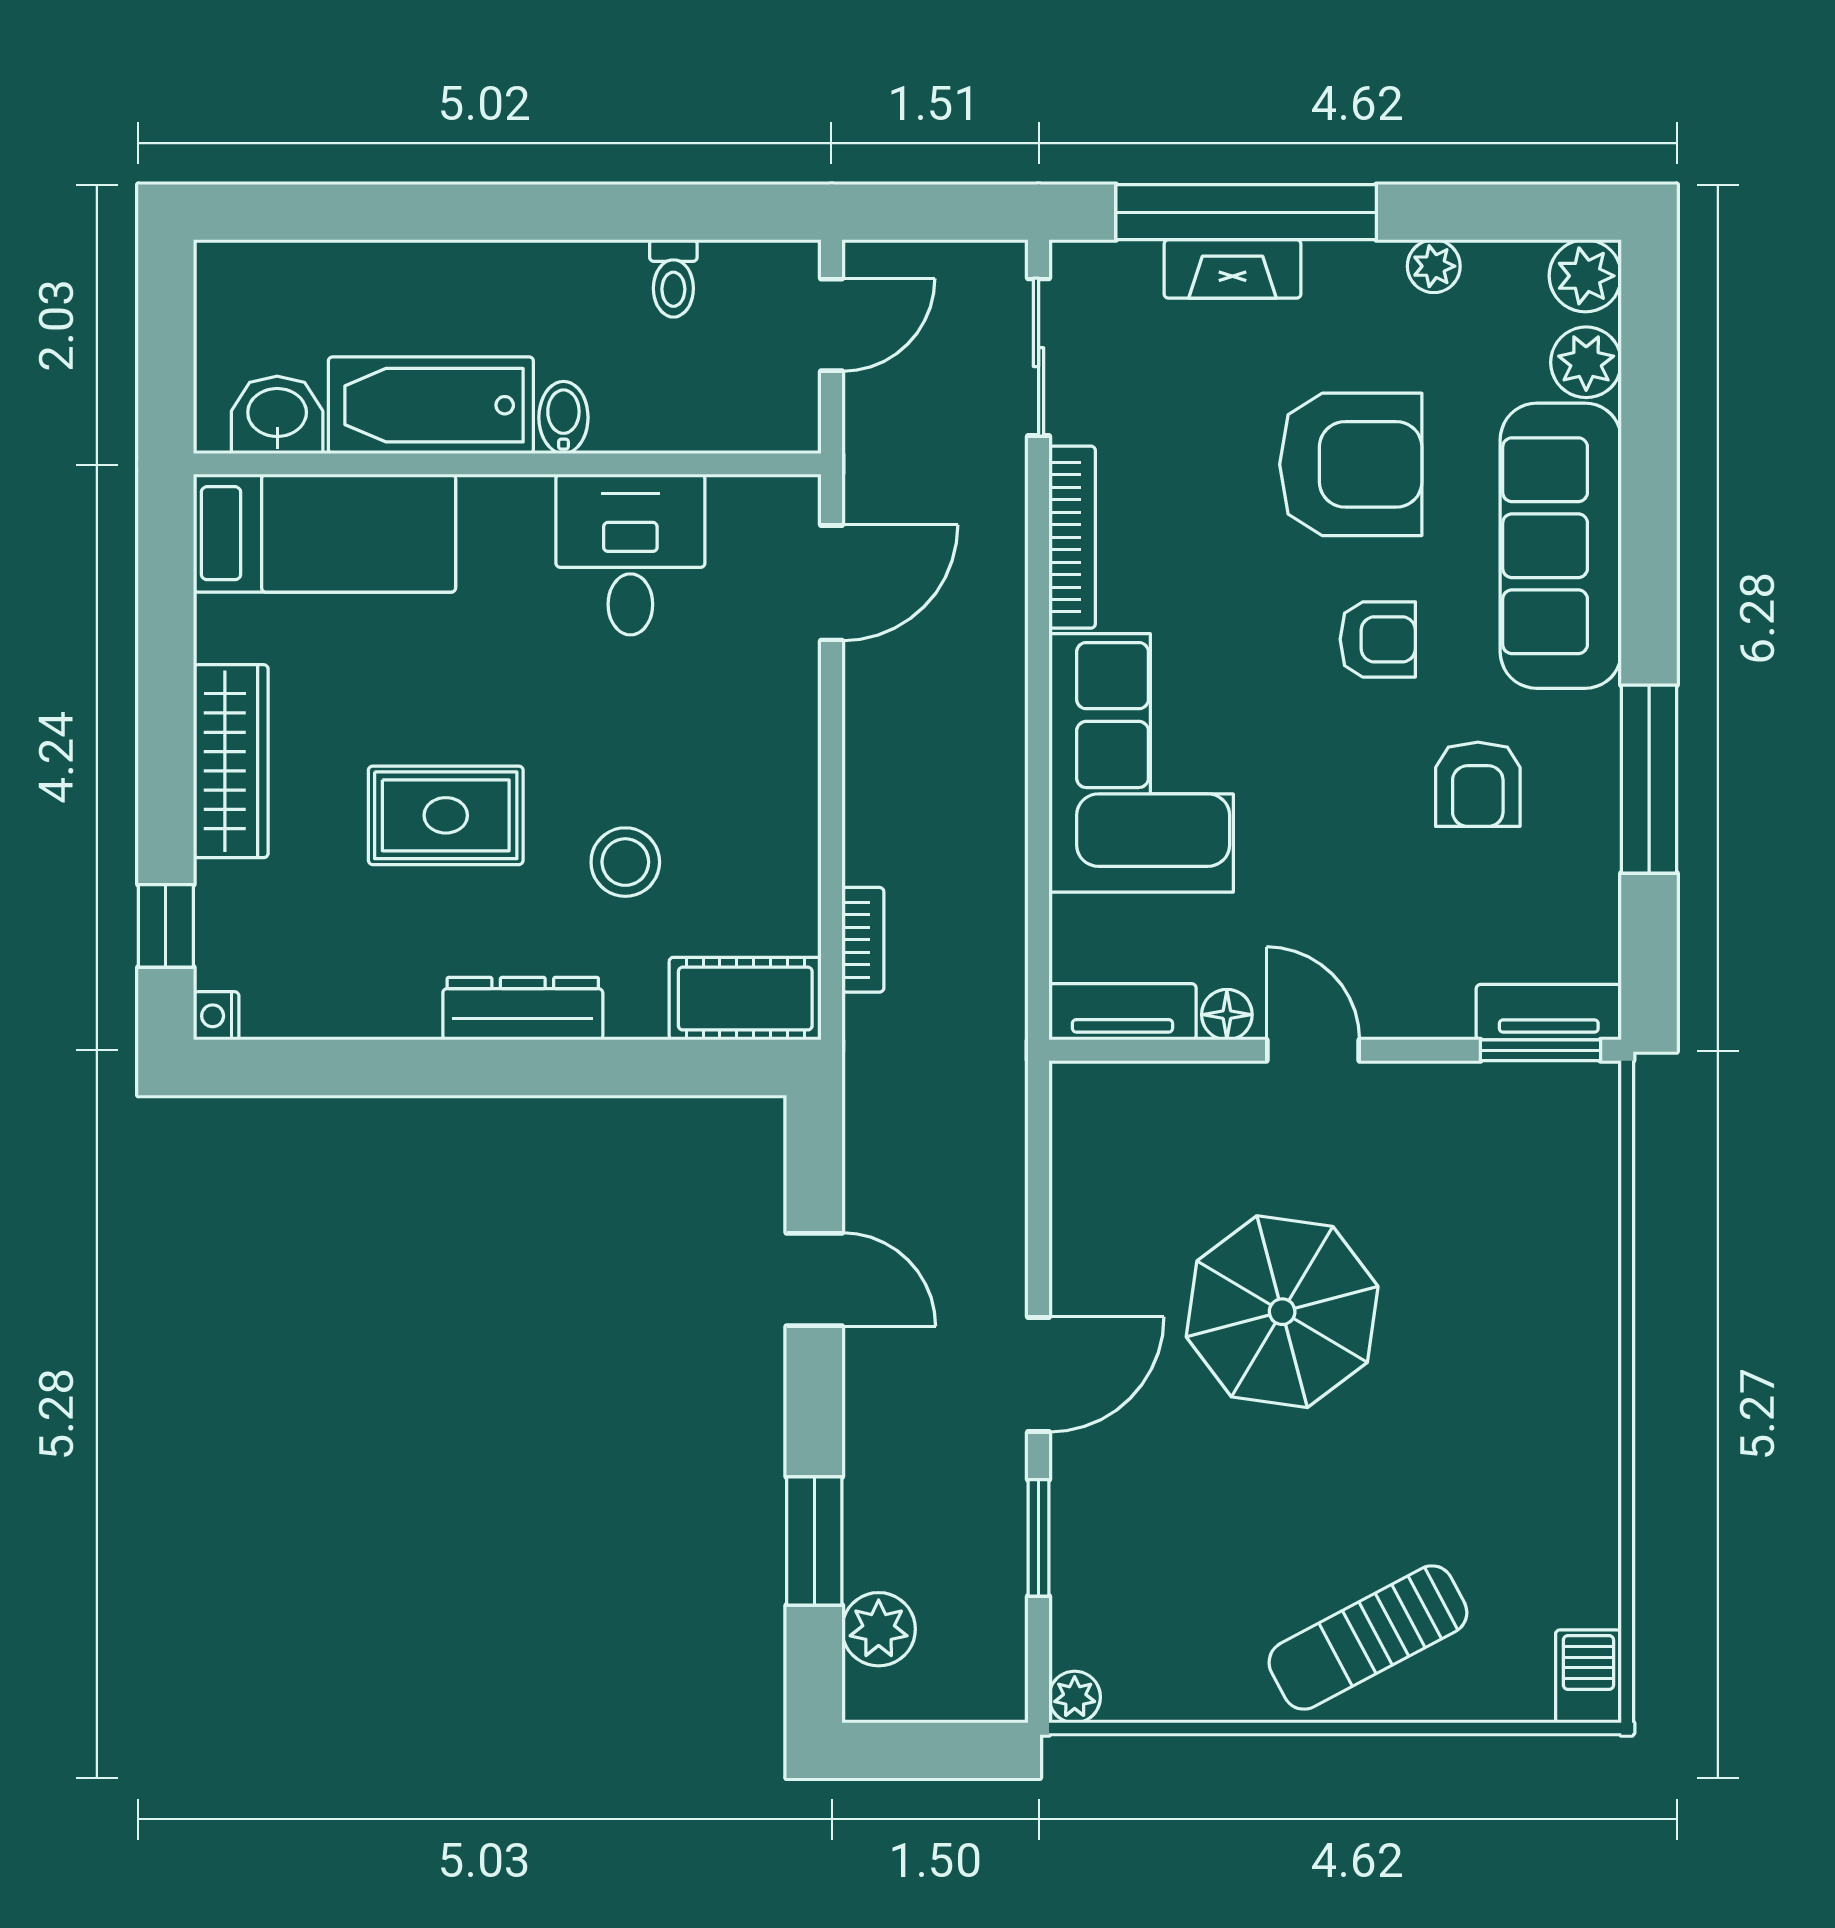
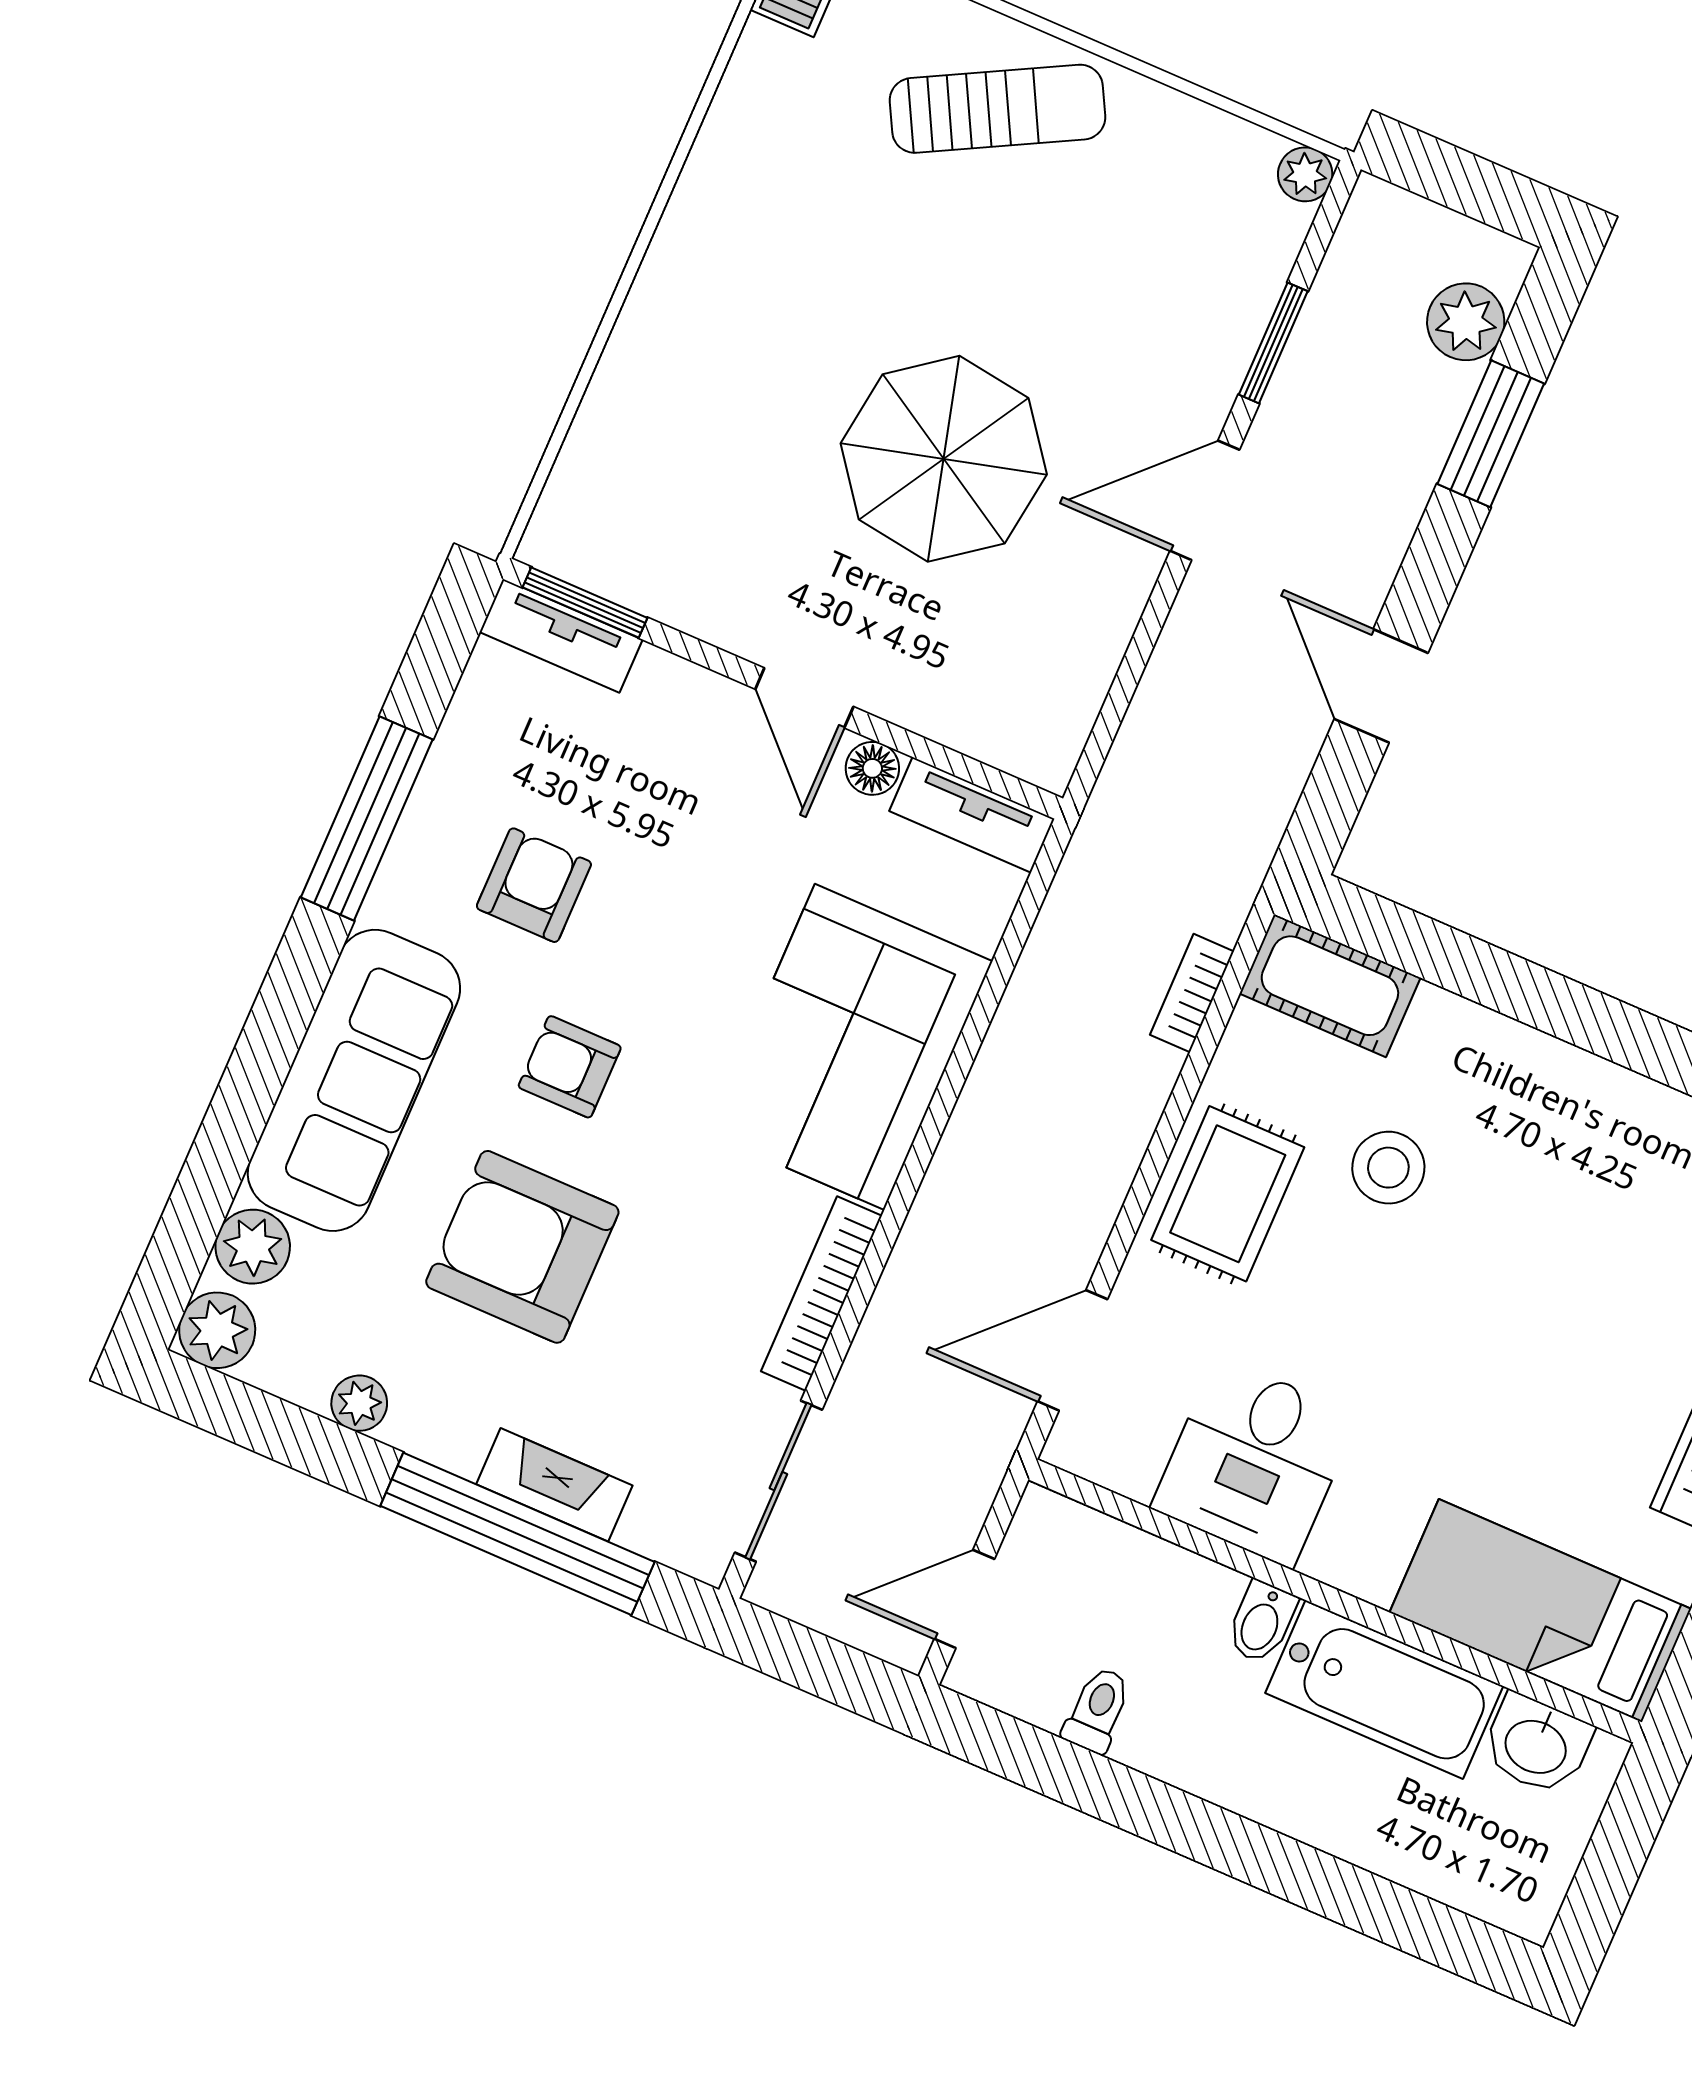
rug: (446, 815) -> (1228, 1194), moved, turned 90
dresser: (523, 1009) -> (1549, 1069), removed

